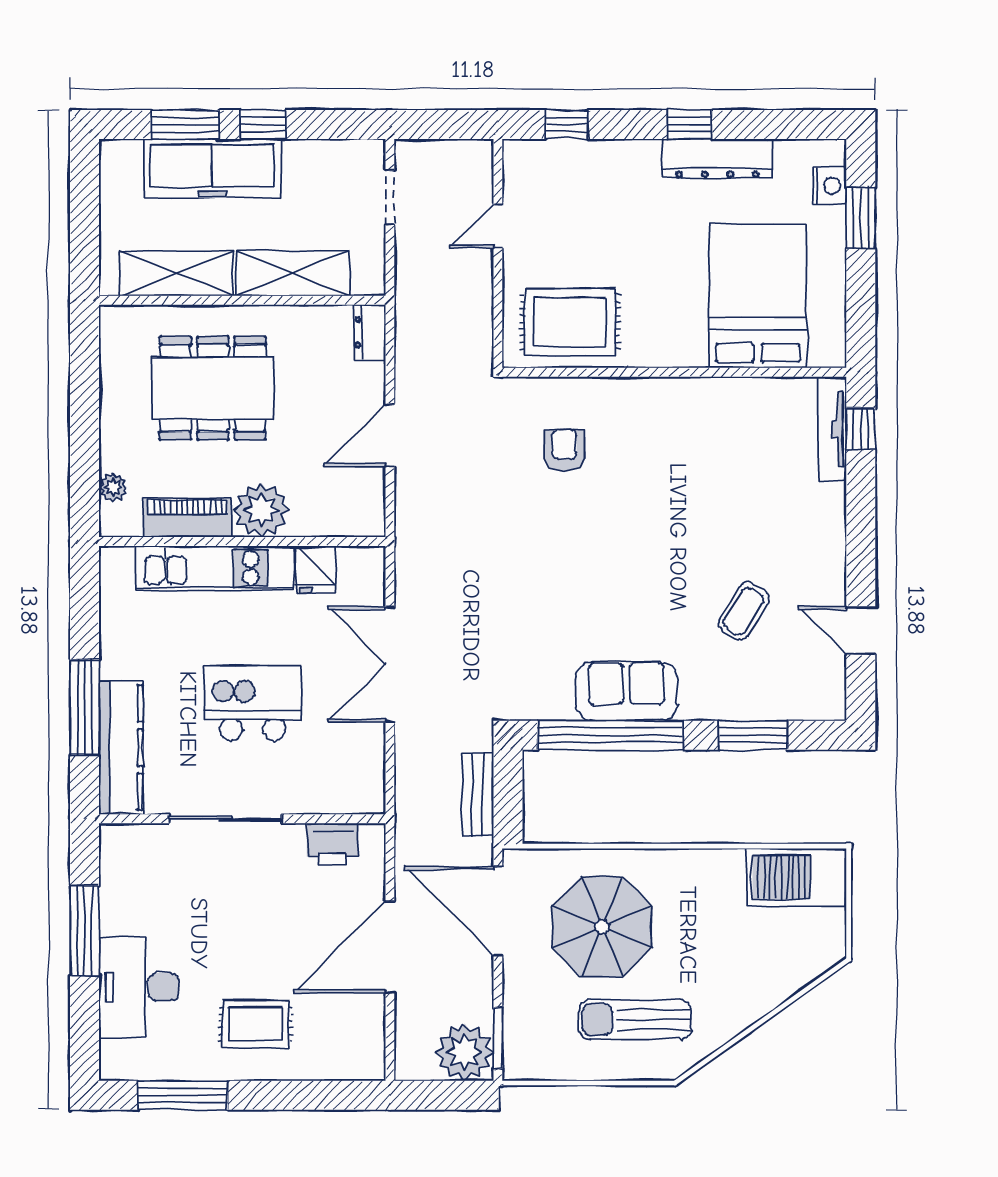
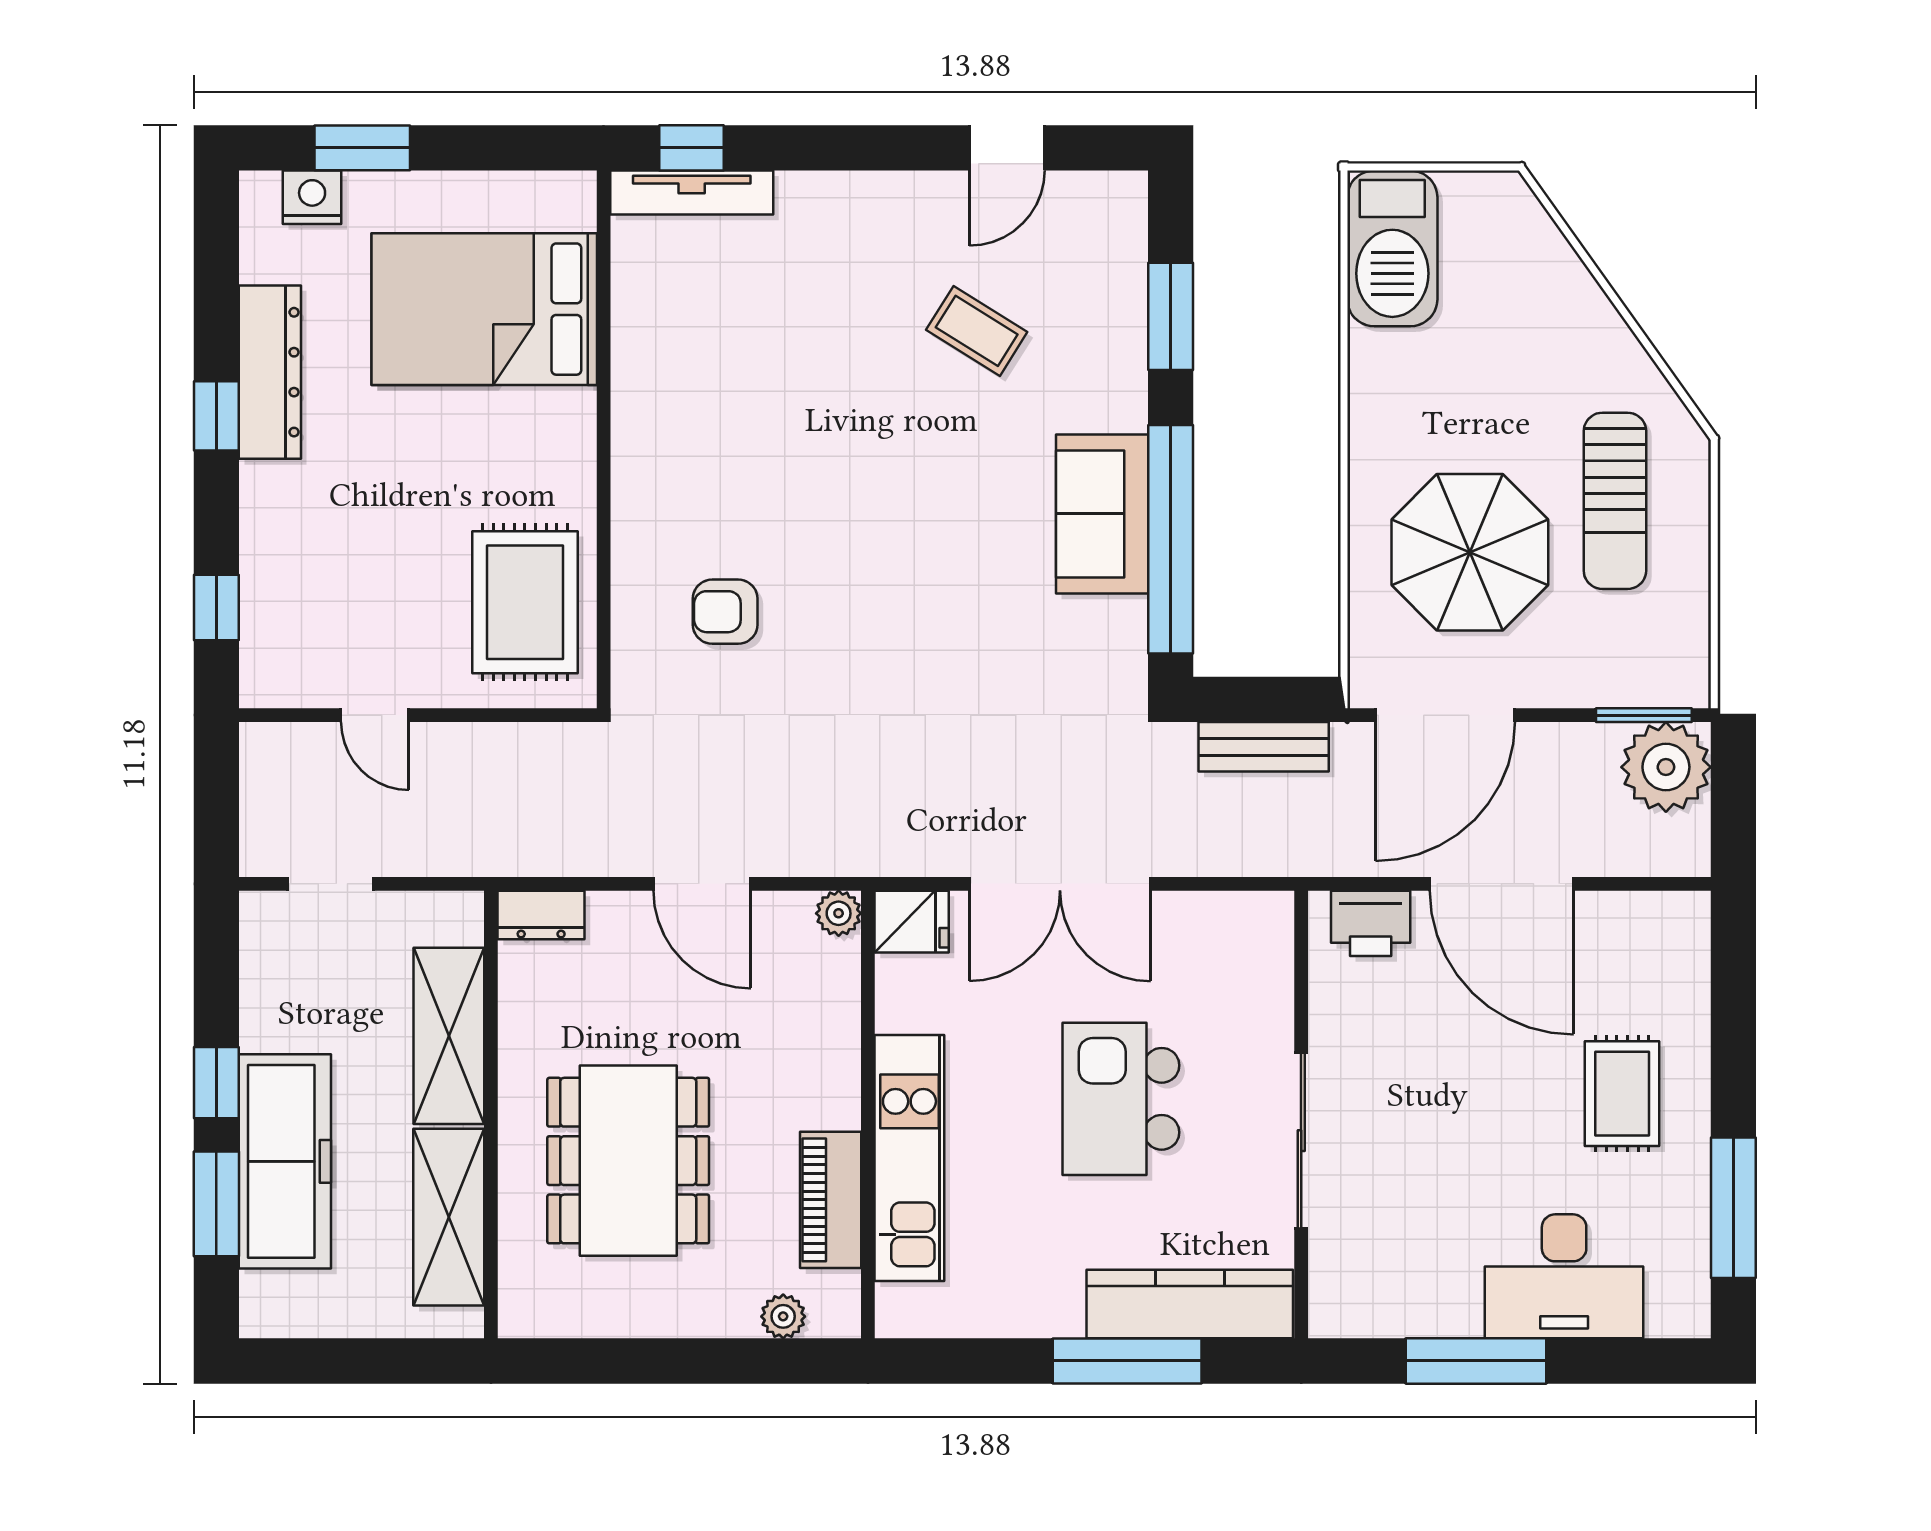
plant: (261, 510) -> (839, 913), moved, width x0.53, depth x0.53
fridge: (316, 569) -> (912, 922), moved
printer: (332, 844) -> (1371, 923), moved, turned 90

